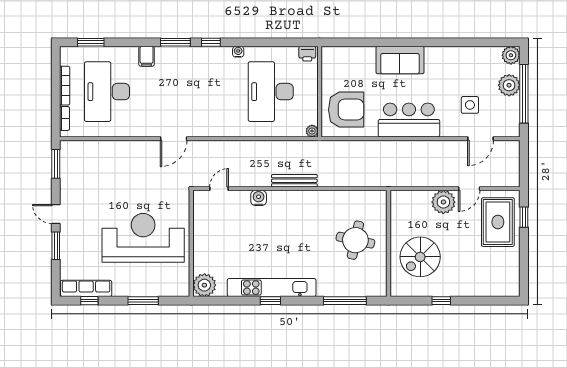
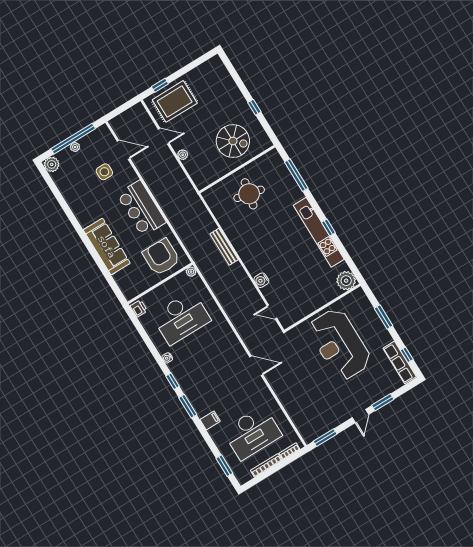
sofa: (400, 60) -> (107, 247), width x1.36
plant: (509, 85) -> (75, 147), width x0.53, depth x0.53
bench: (294, 181) -> (224, 247), moved
plant: (443, 202) -> (183, 155), width x0.53, depth x0.53

